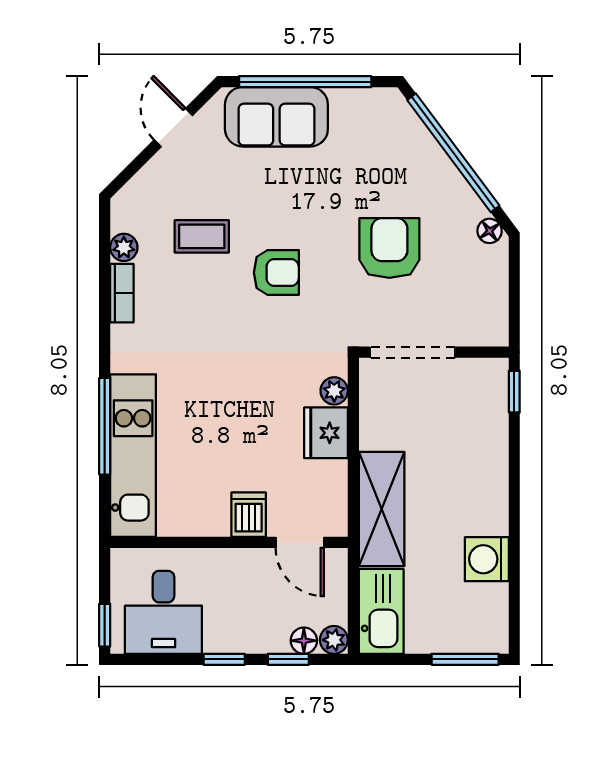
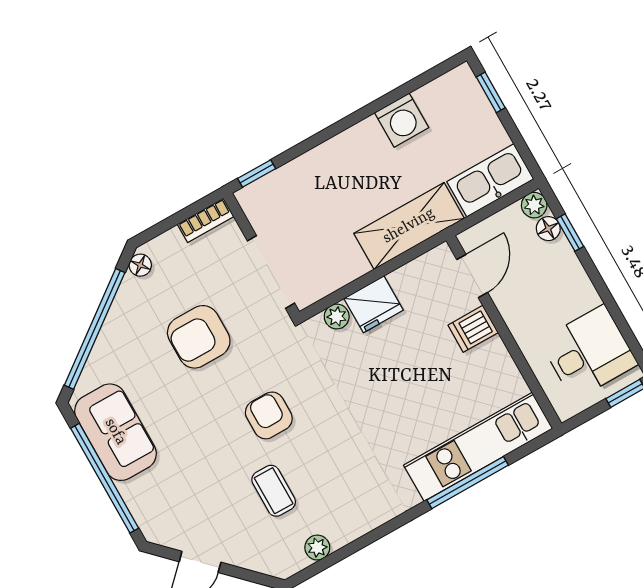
sofa: (276, 117) -> (115, 432), moved
bookcase: (122, 293) -> (205, 220), moved, turned 180
window: (224, 659) -> (599, 283), removed
window: (465, 659) -> (491, 92), width x0.67

